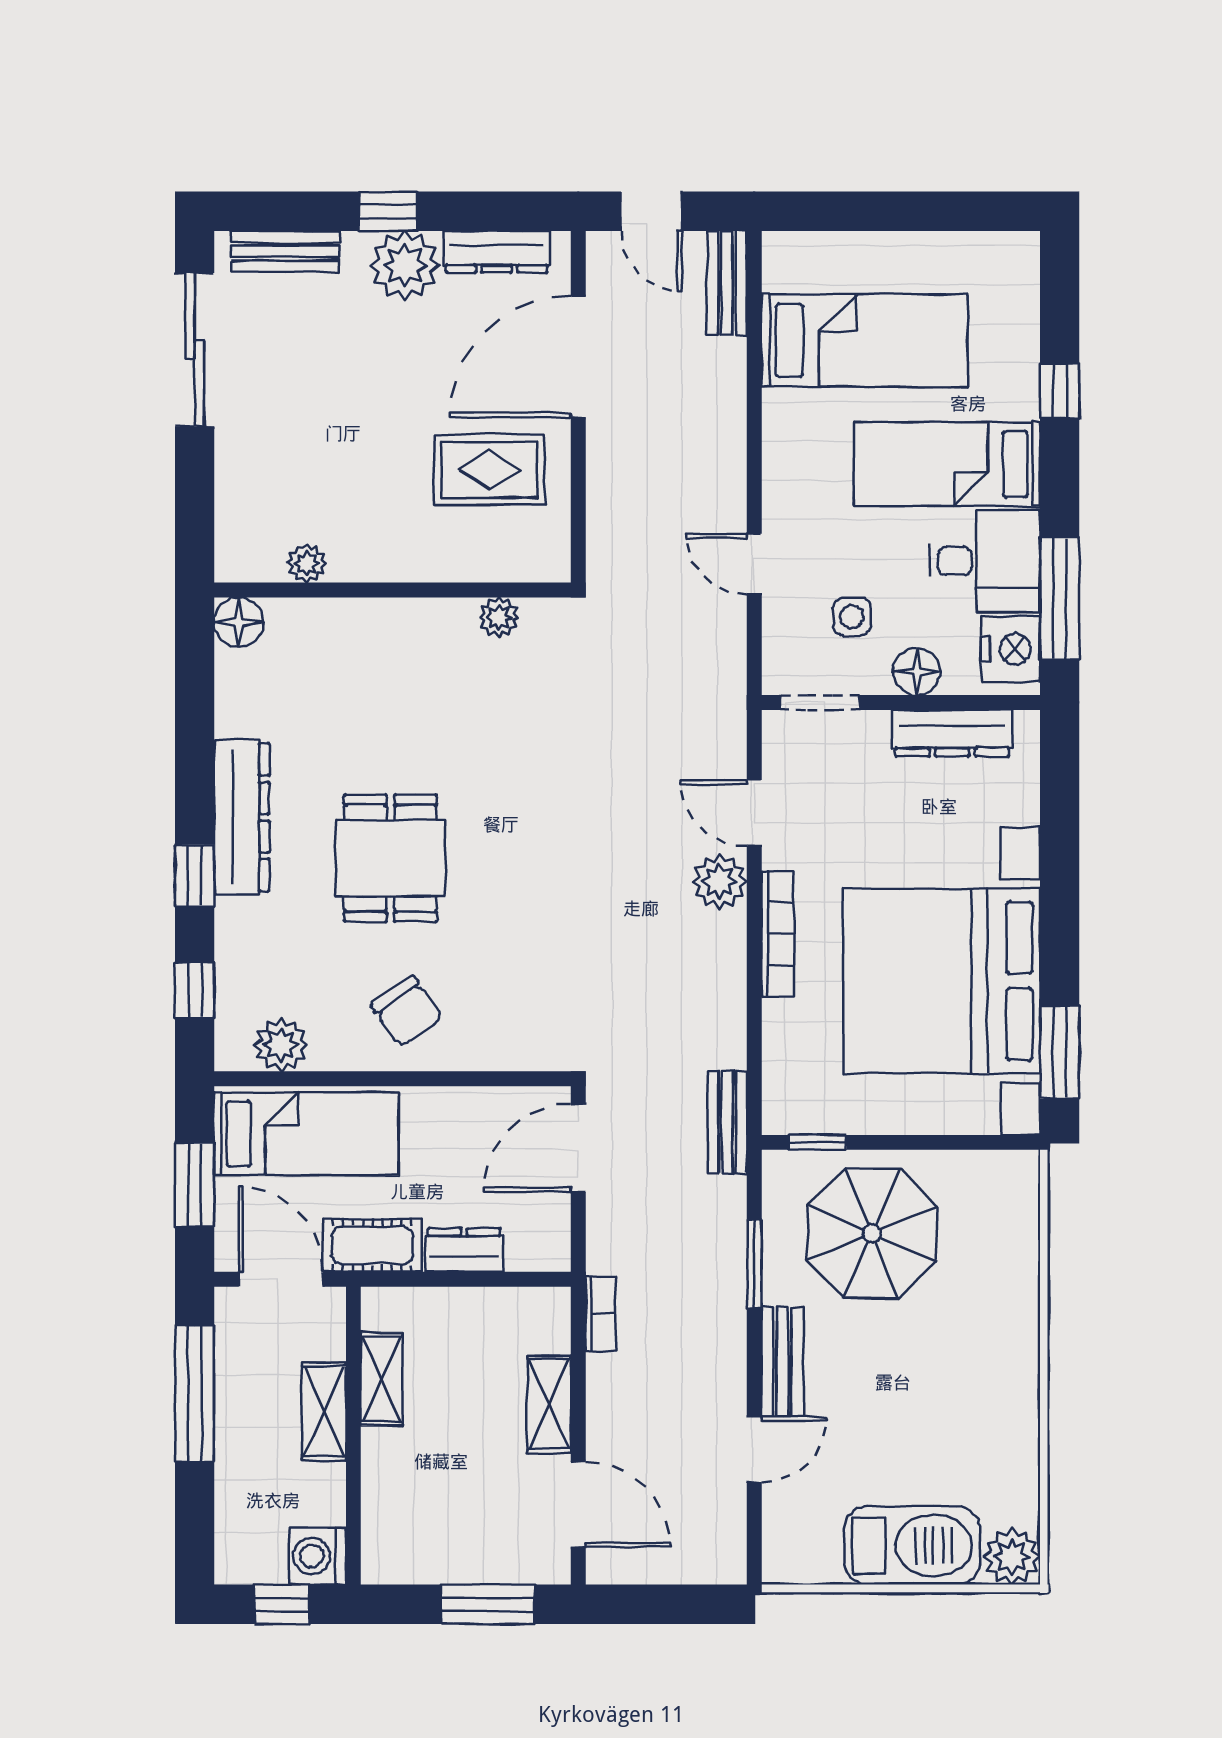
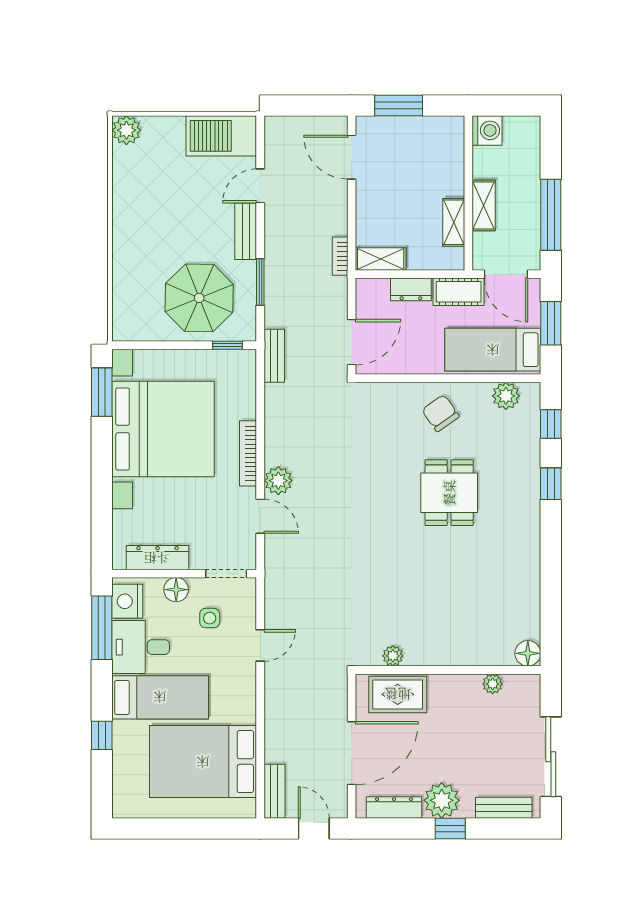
bed: (864, 340) -> (203, 762), width x1.50
plant: (307, 563) -> (493, 684), moved
door: (754, 564) -> (260, 645), hinge flipped
wall: (393, 590) -> (448, 670), moved
plant: (499, 617) -> (393, 656), moved
floor lamp: (239, 622) -> (528, 653), moved
dresser: (242, 817) -> (526, 514), removed
shelving: (549, 1404) -> (381, 259), moved, turned 90
barbecue: (912, 1546) -> (221, 136), moved
window: (282, 1604) -> (505, 105), removed

